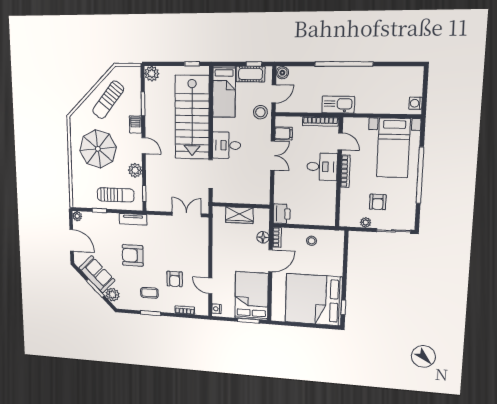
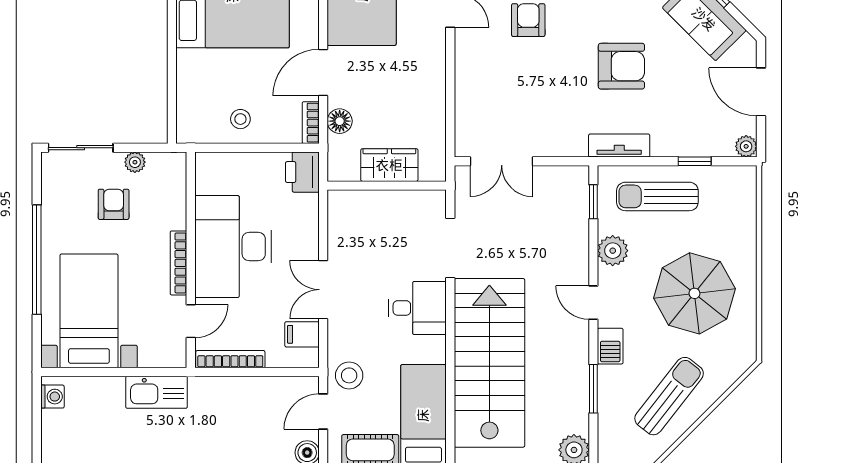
kitchen sink: (338, 105) -> (157, 392), moved
door: (340, 141) -> (191, 321), swing flipped
desk: (322, 167) -> (233, 247), width x1.87, depth x1.30

